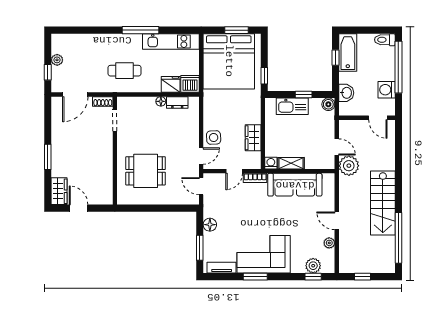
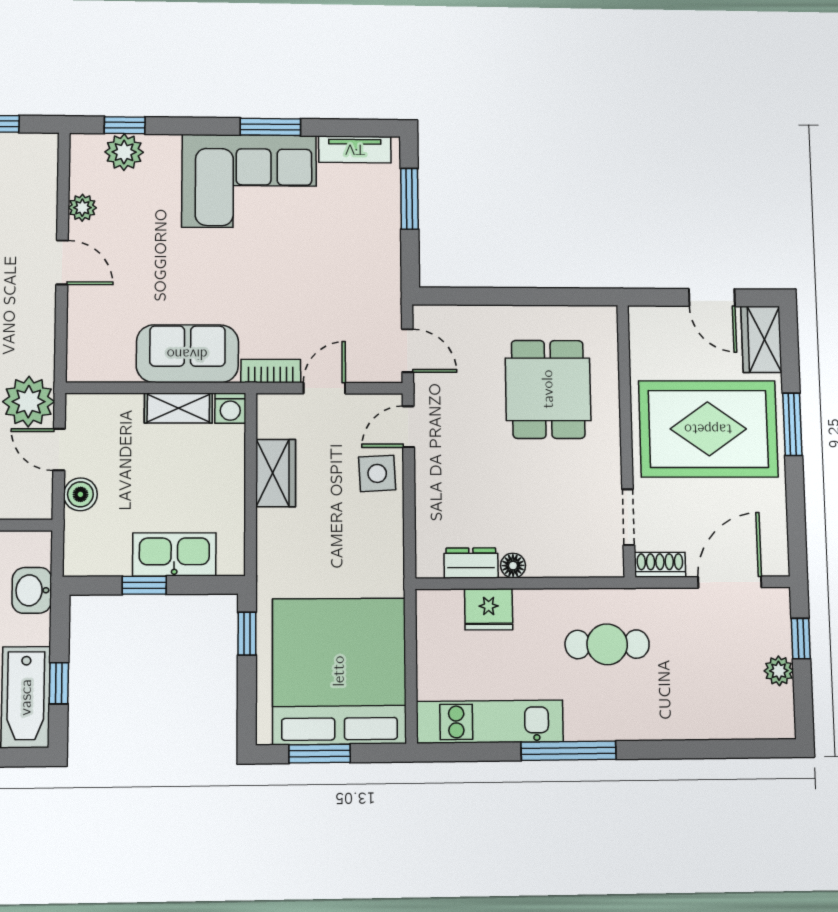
dishwasher: (190, 84) -> (439, 611), removed
boiler: (328, 104) -> (80, 494), moved
rug: (82, 155) -> (708, 429), added
dining table: (146, 171) -> (548, 389), turned 90
sofa: (295, 185) -> (187, 354), width x0.73
floor lamp: (210, 225) -> (385, 255), removed

